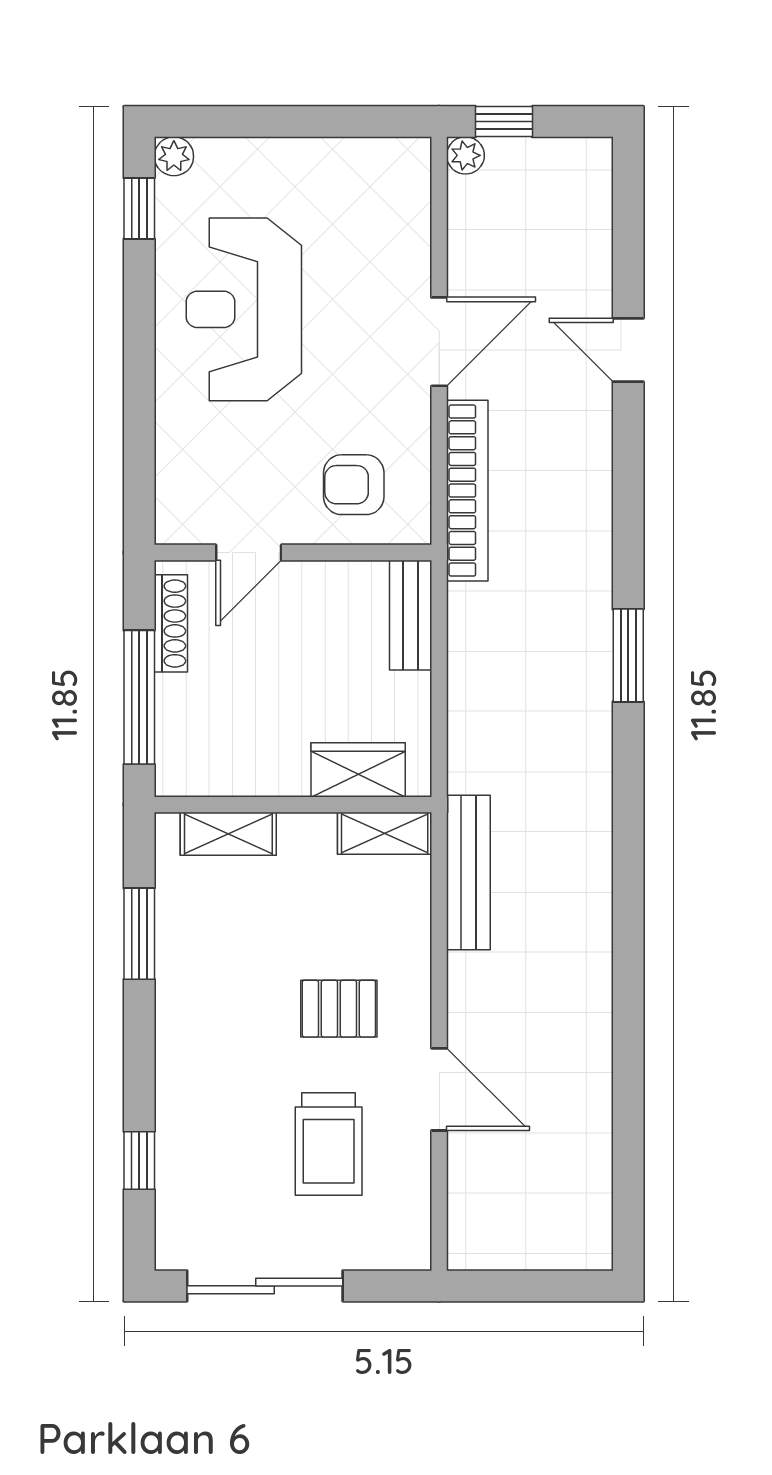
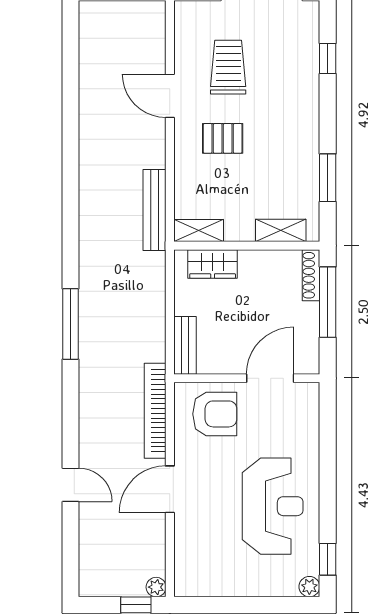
armchair: (354, 485) -> (215, 414), width x1.38, depth x1.38
door: (249, 553) -> (270, 378), width x1.38
shoe rack: (171, 623) -> (311, 275), moved
window: (628, 655) -> (70, 324), width x1.44

